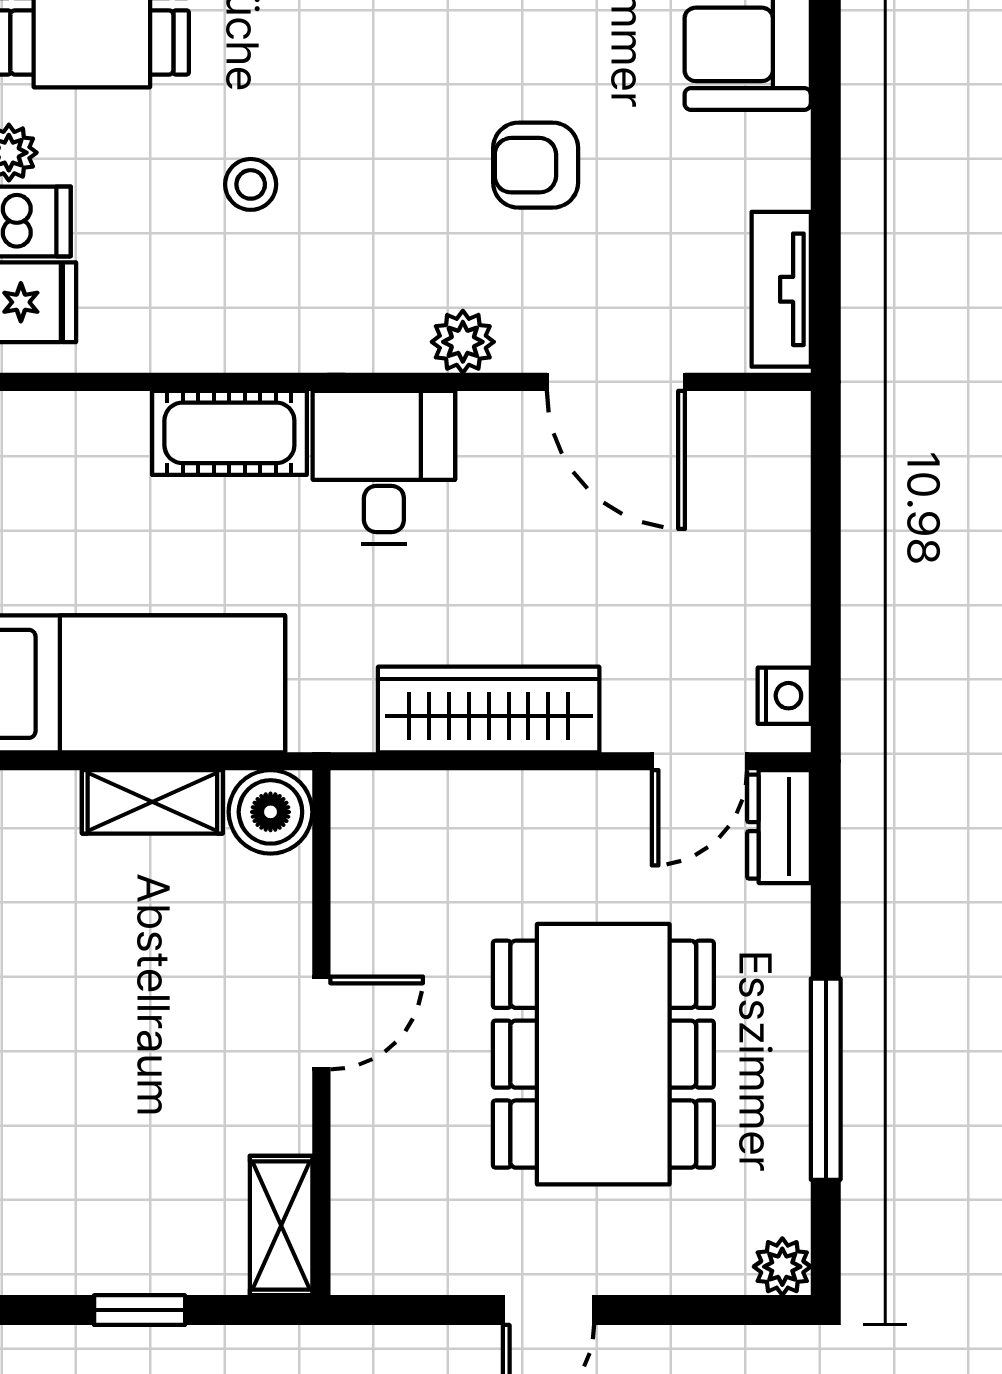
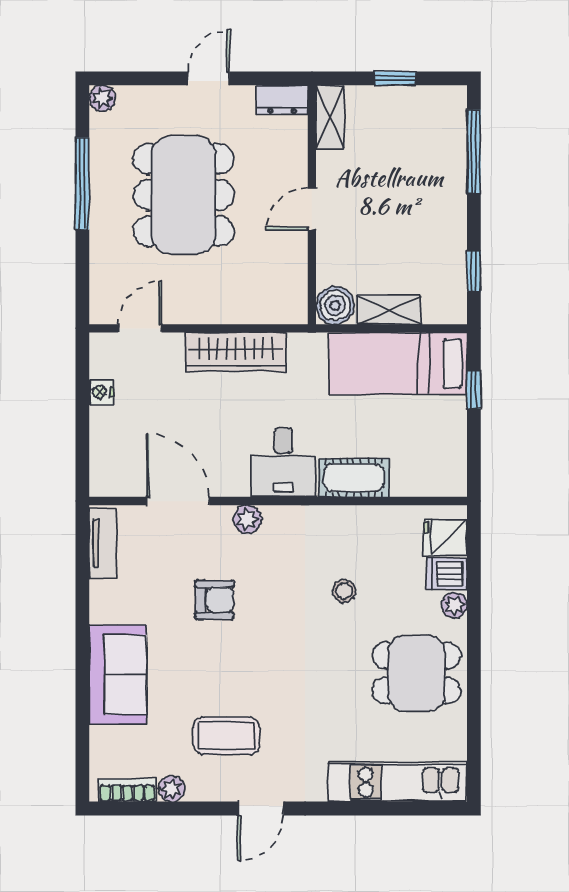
nightstand: (784, 696) -> (101, 392), moved
dresser: (779, 827) -> (282, 100), moved, turned 90

